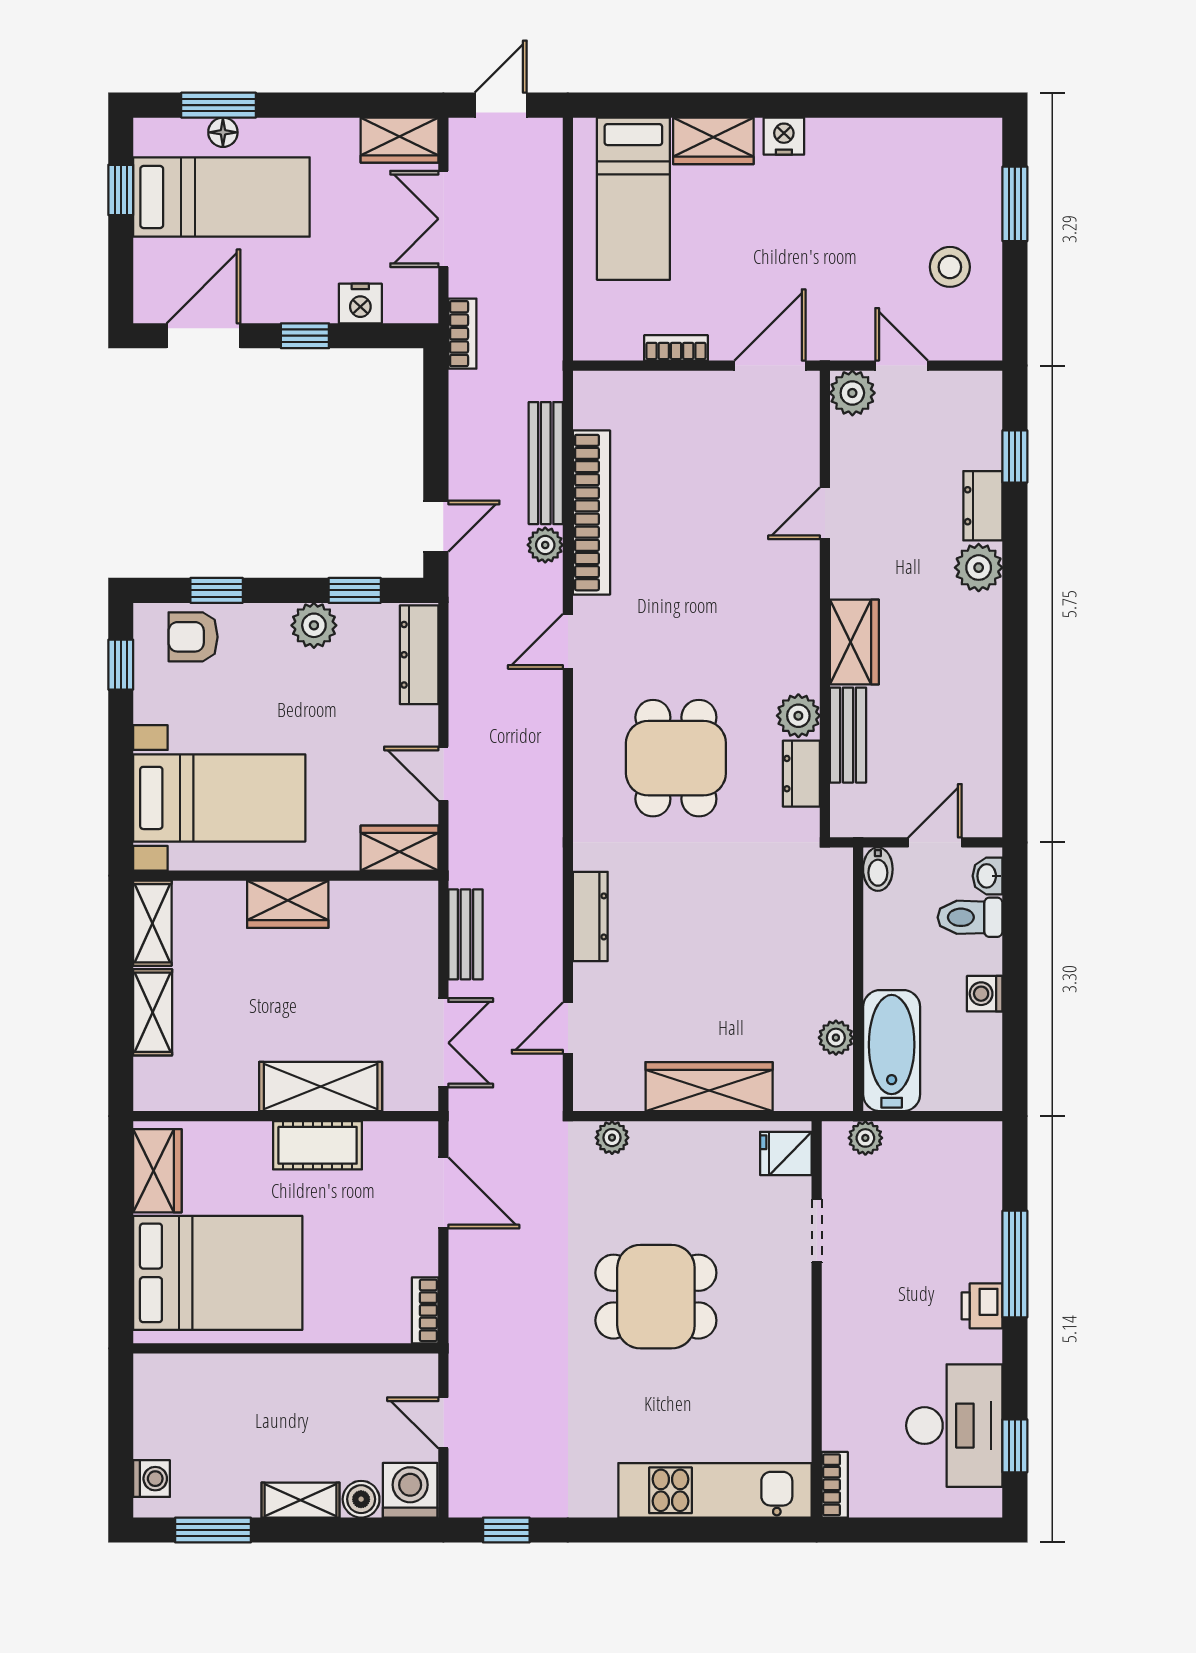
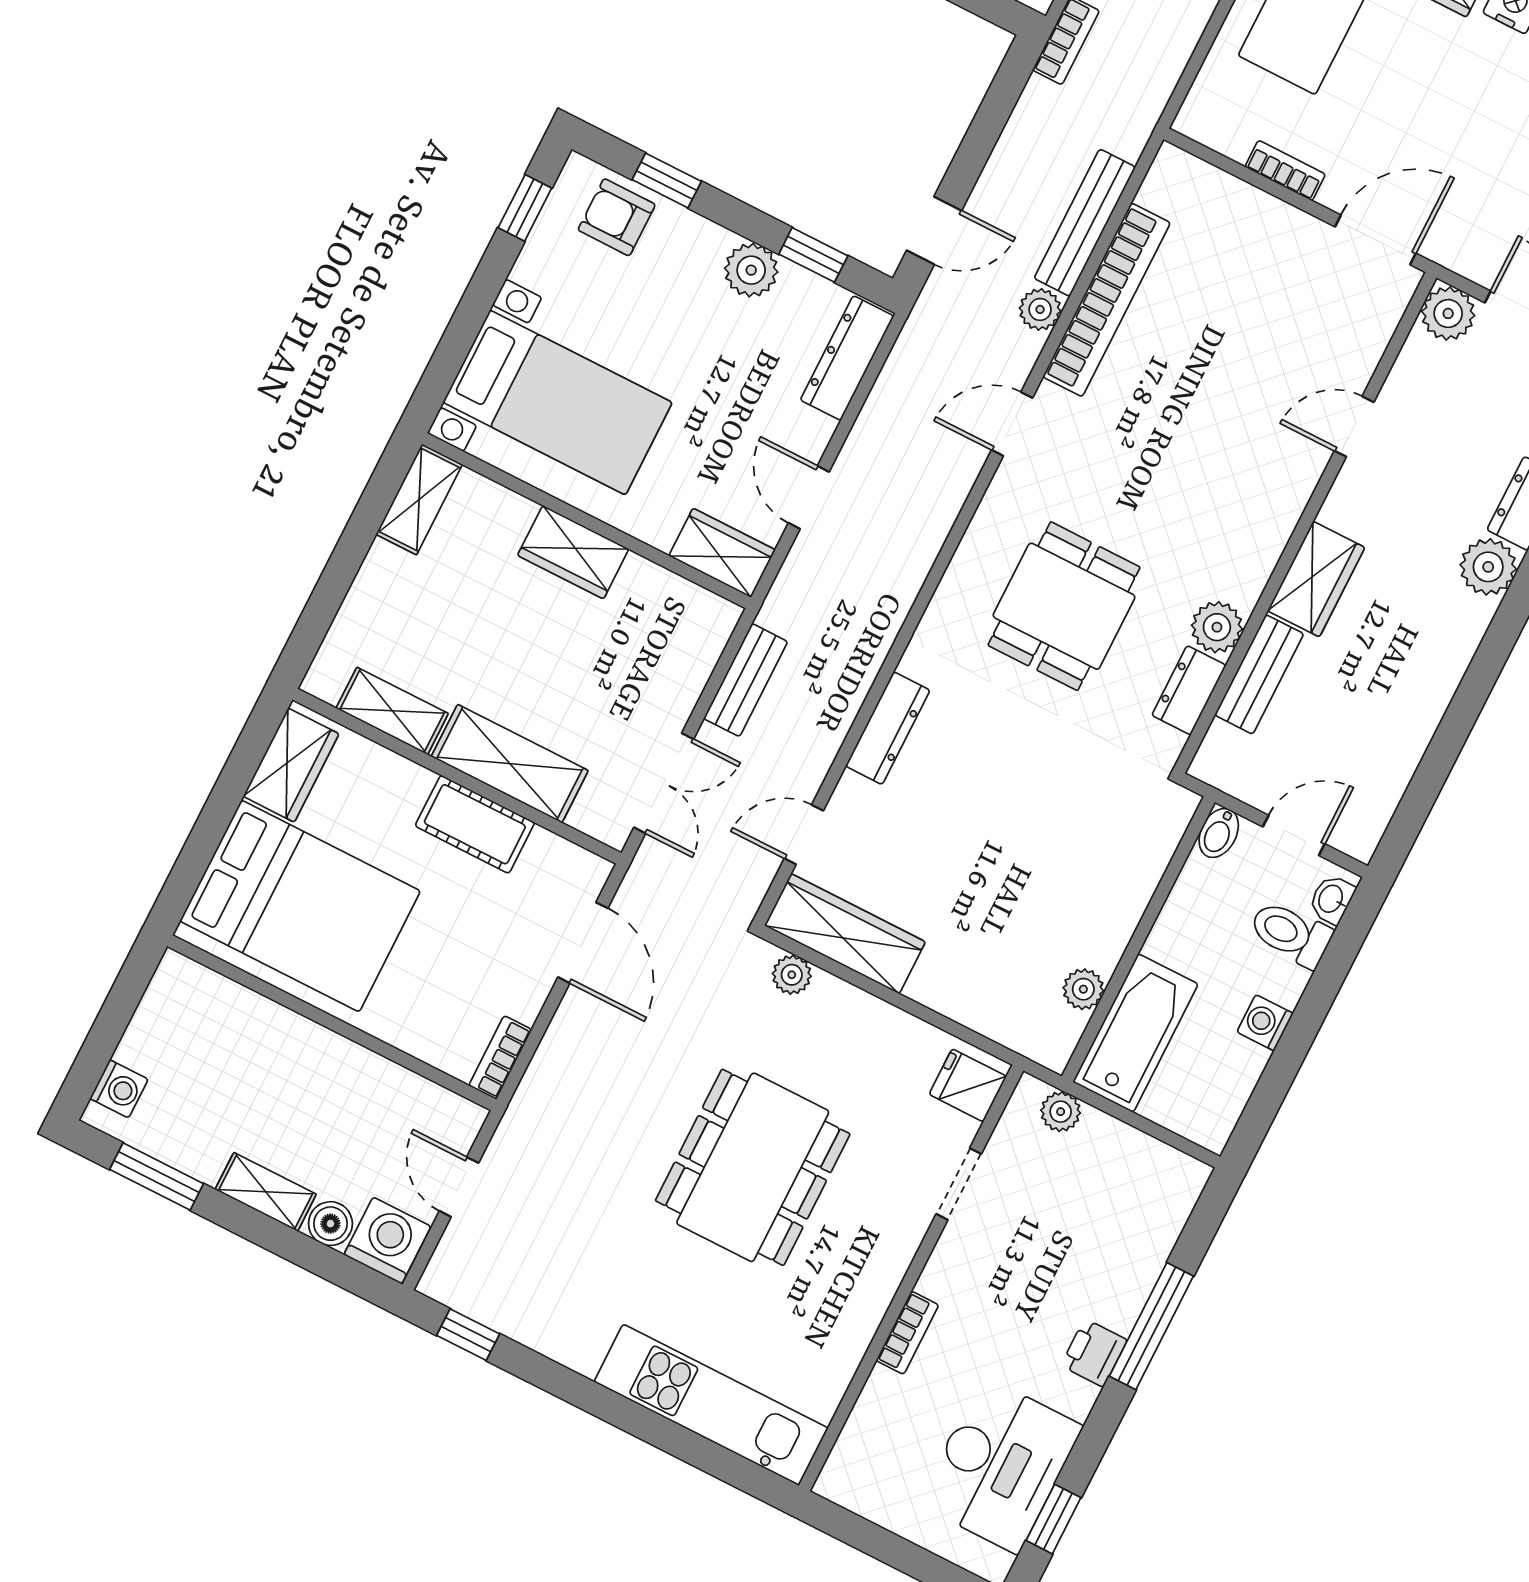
shelving: (153, 1012) -> (392, 711), moved, turned 90
wardrobe: (709, 1087) -> (845, 934), moved
dining table: (656, 1297) -> (753, 1167), width x1.38
bookcase: (835, 1485) -> (907, 1333), moved

